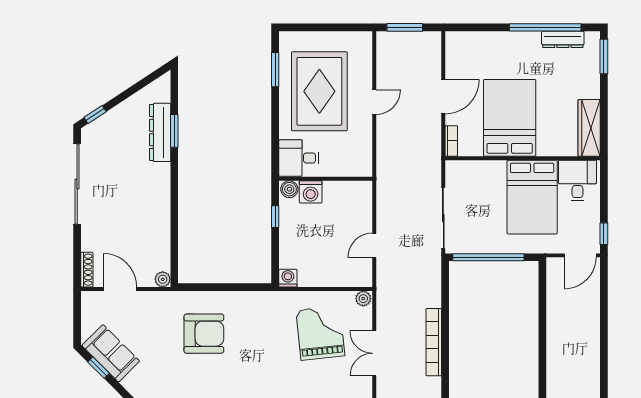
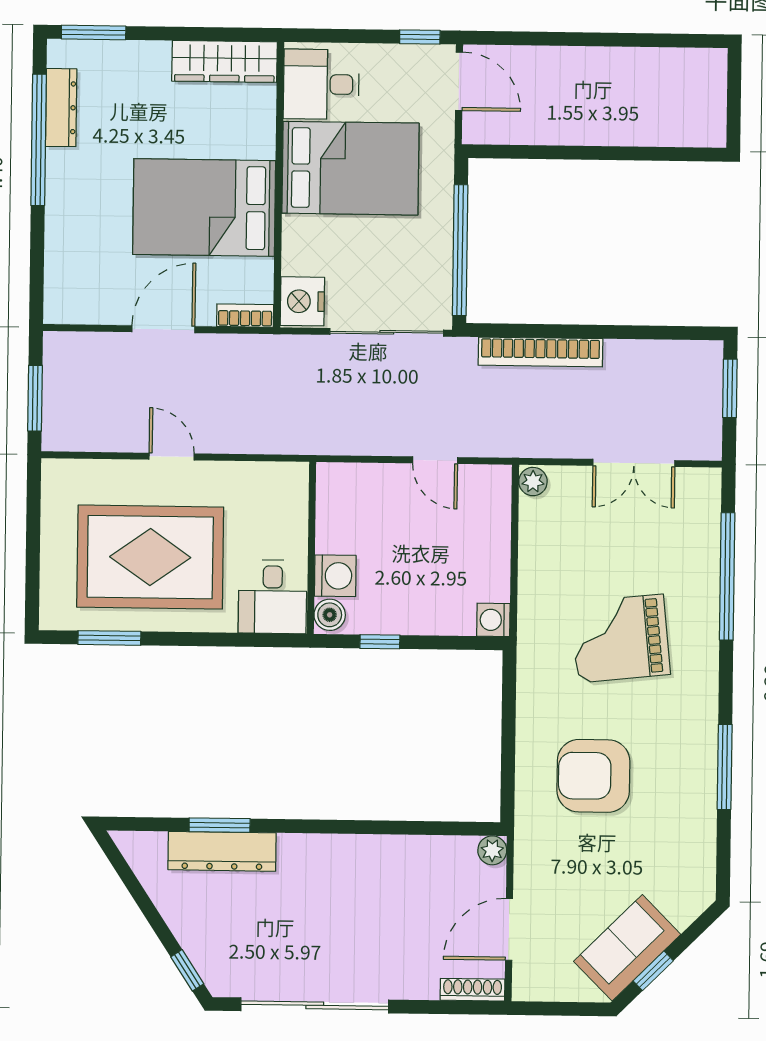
door: (443, 97) -> (163, 329), hinge flipped
nightstand: (459, 172) -> (302, 301), added
grand piano: (320, 333) -> (620, 638), moved
armchair: (204, 334) -> (593, 776), turned -90
bookcase: (434, 342) -> (540, 352), moved

